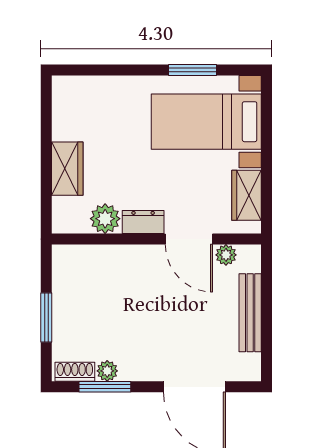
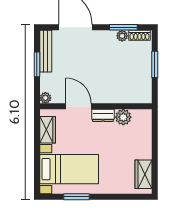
wardrobe: (67, 169) -> (144, 174), moved
plant: (226, 255) -> (45, 98), moved
bench: (250, 313) -> (46, 51), moved
window: (266, 318) -> (37, 64), added

